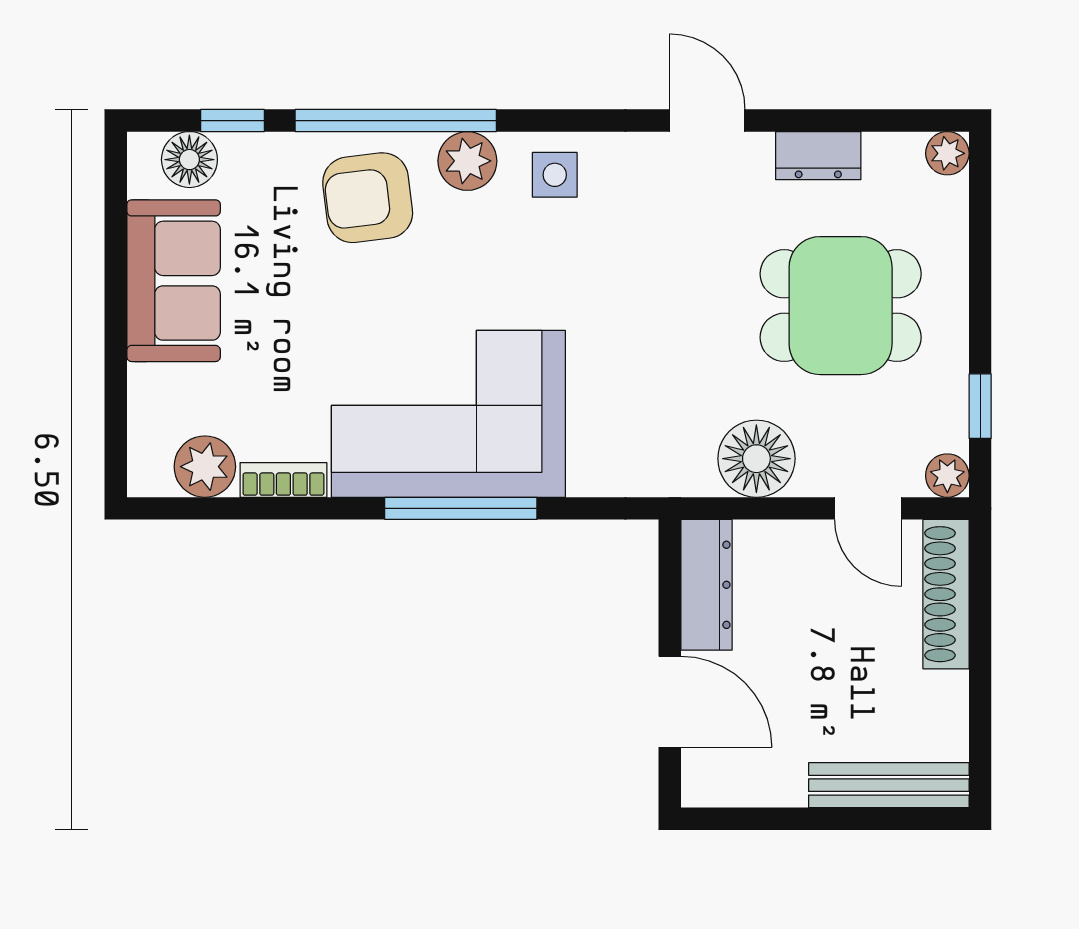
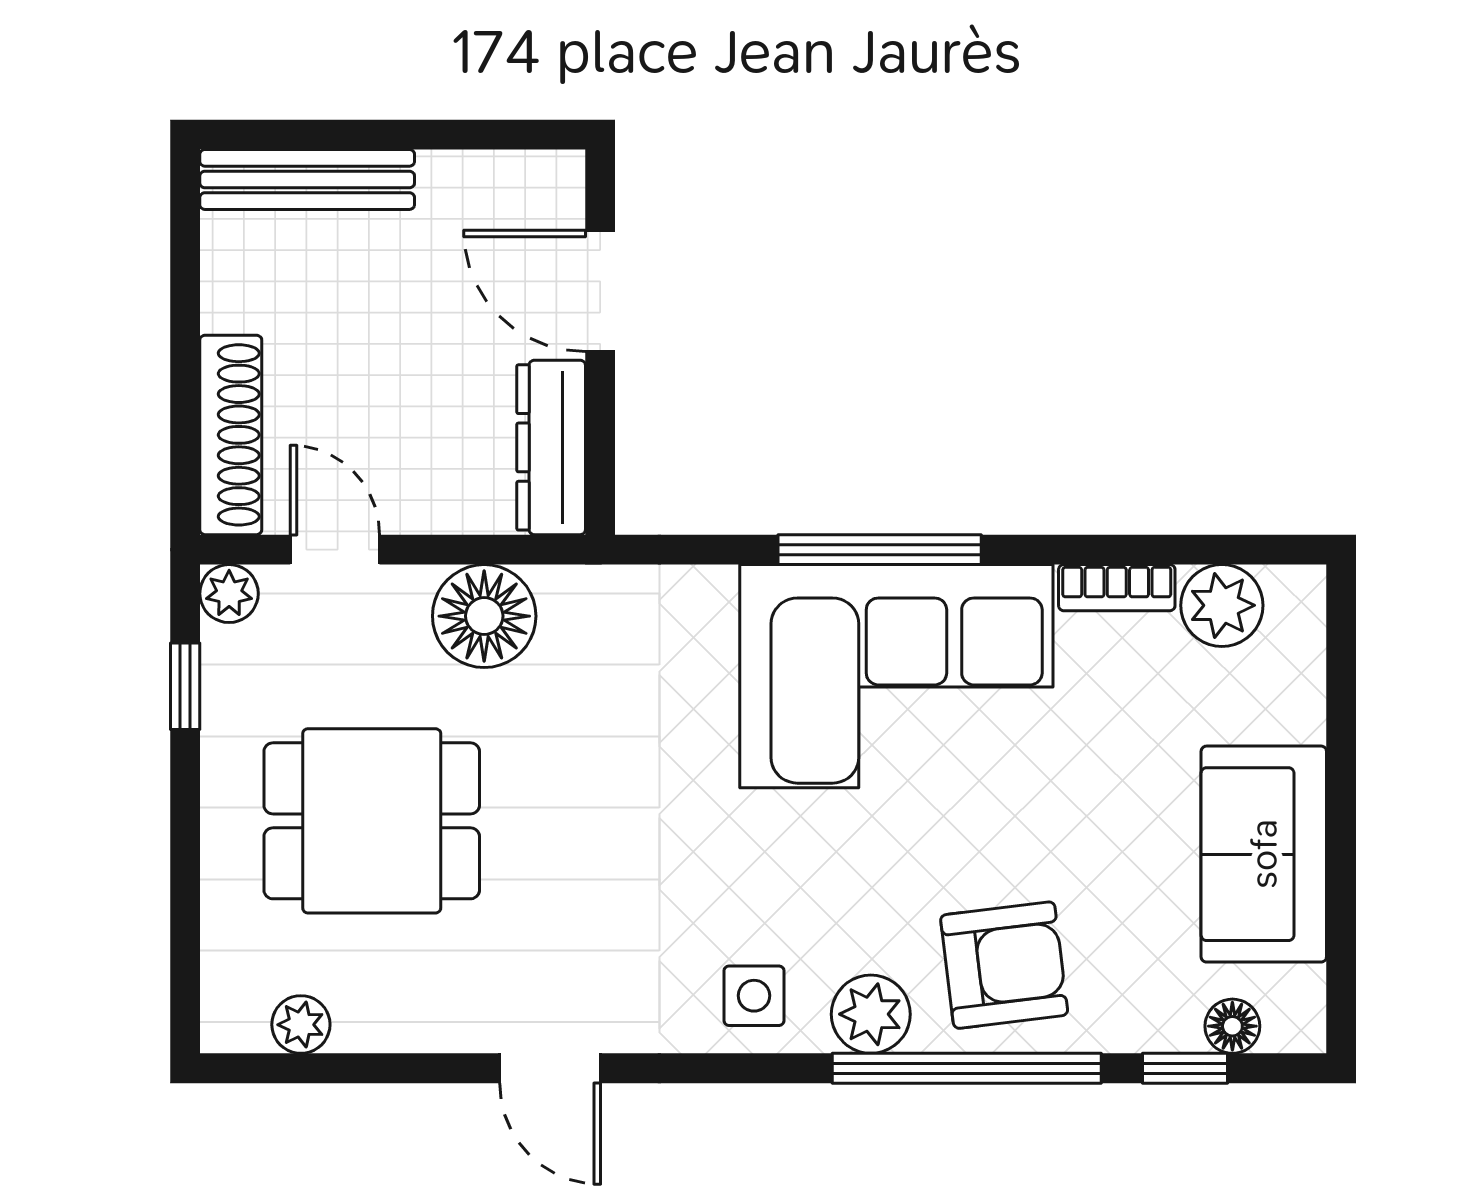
plant: (947, 153) -> (301, 1025), moved
dresser: (818, 156) -> (402, 1021), removed
floor lamp: (189, 160) -> (1232, 1026), width x0.73, depth x0.73

